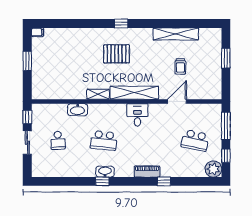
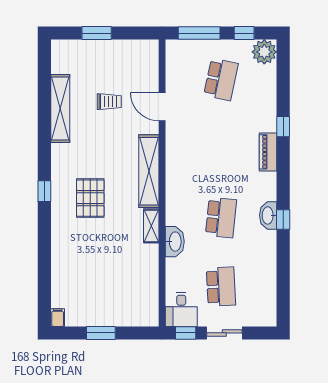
washbasin: (78, 110) -> (175, 242), moved
desk: (137, 115) -> (181, 309), moved, turned -90
school desk: (58, 140) -> (221, 287), width x1.85

